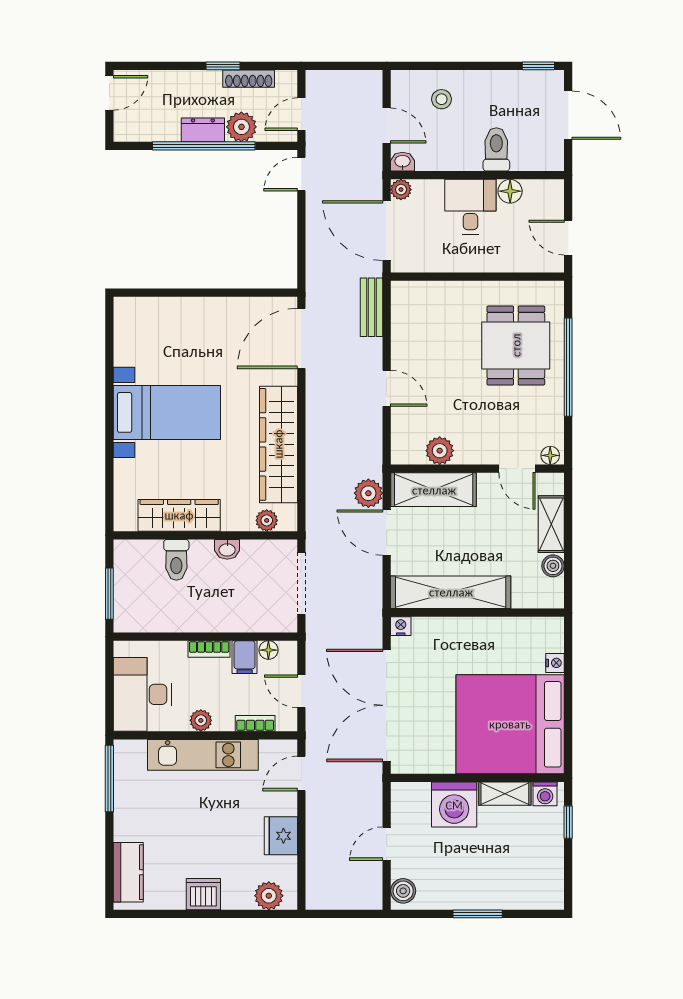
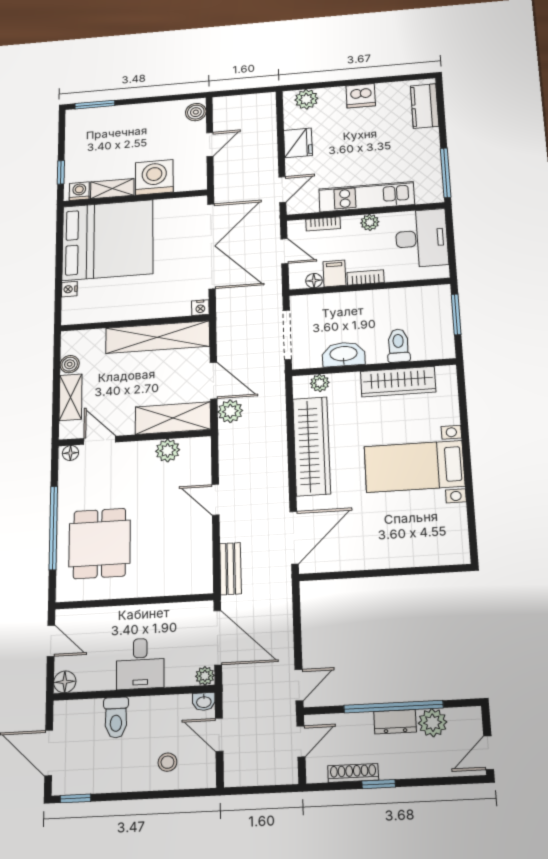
plant: (241, 127) -> (433, 723), moved
floor lamp: (510, 191) -> (65, 682), moved
washbasin: (227, 549) -> (344, 354), width x1.91, depth x1.45
window: (478, 914) -> (95, 105), moved

